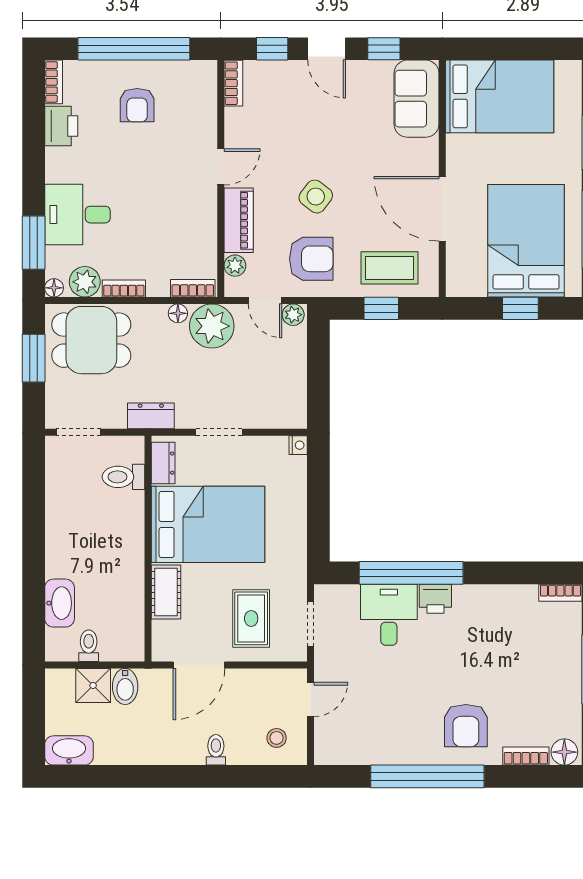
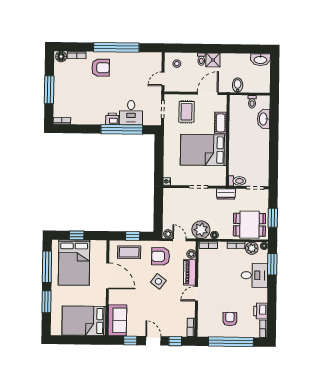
dresser: (163, 463) -> (221, 175), removed
toilet: (123, 477) -> (237, 181), moved
shower: (93, 685) -> (213, 60), moved
armchair: (466, 726) -> (101, 68), turned 90

